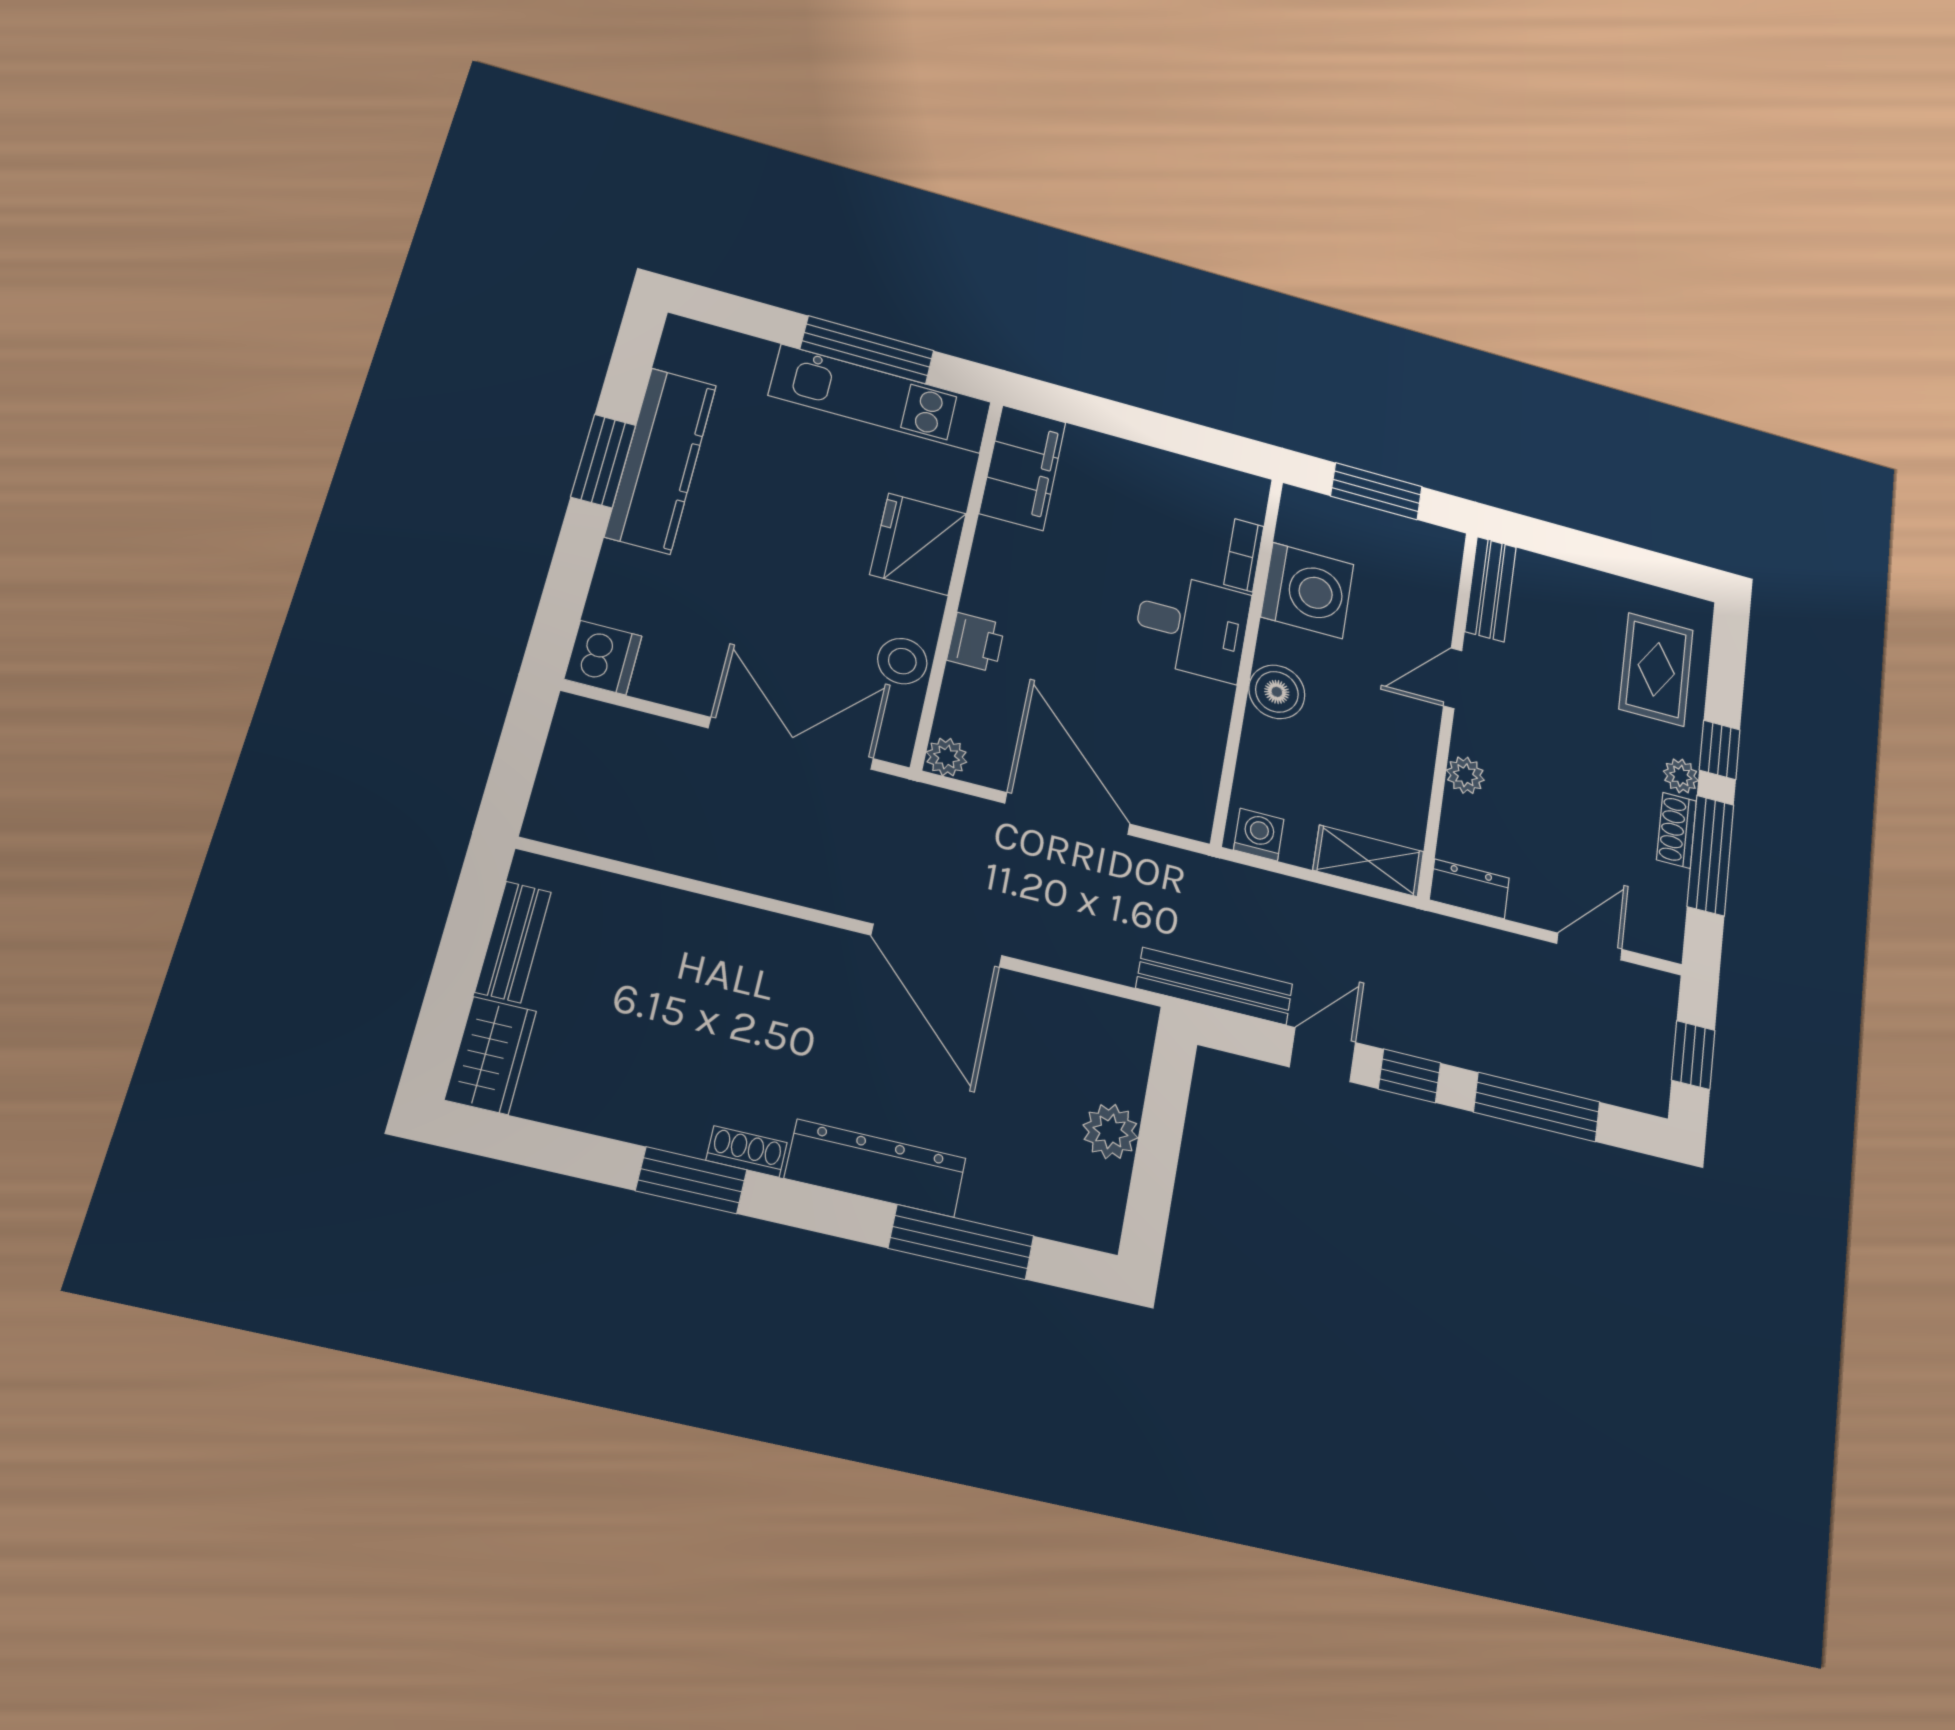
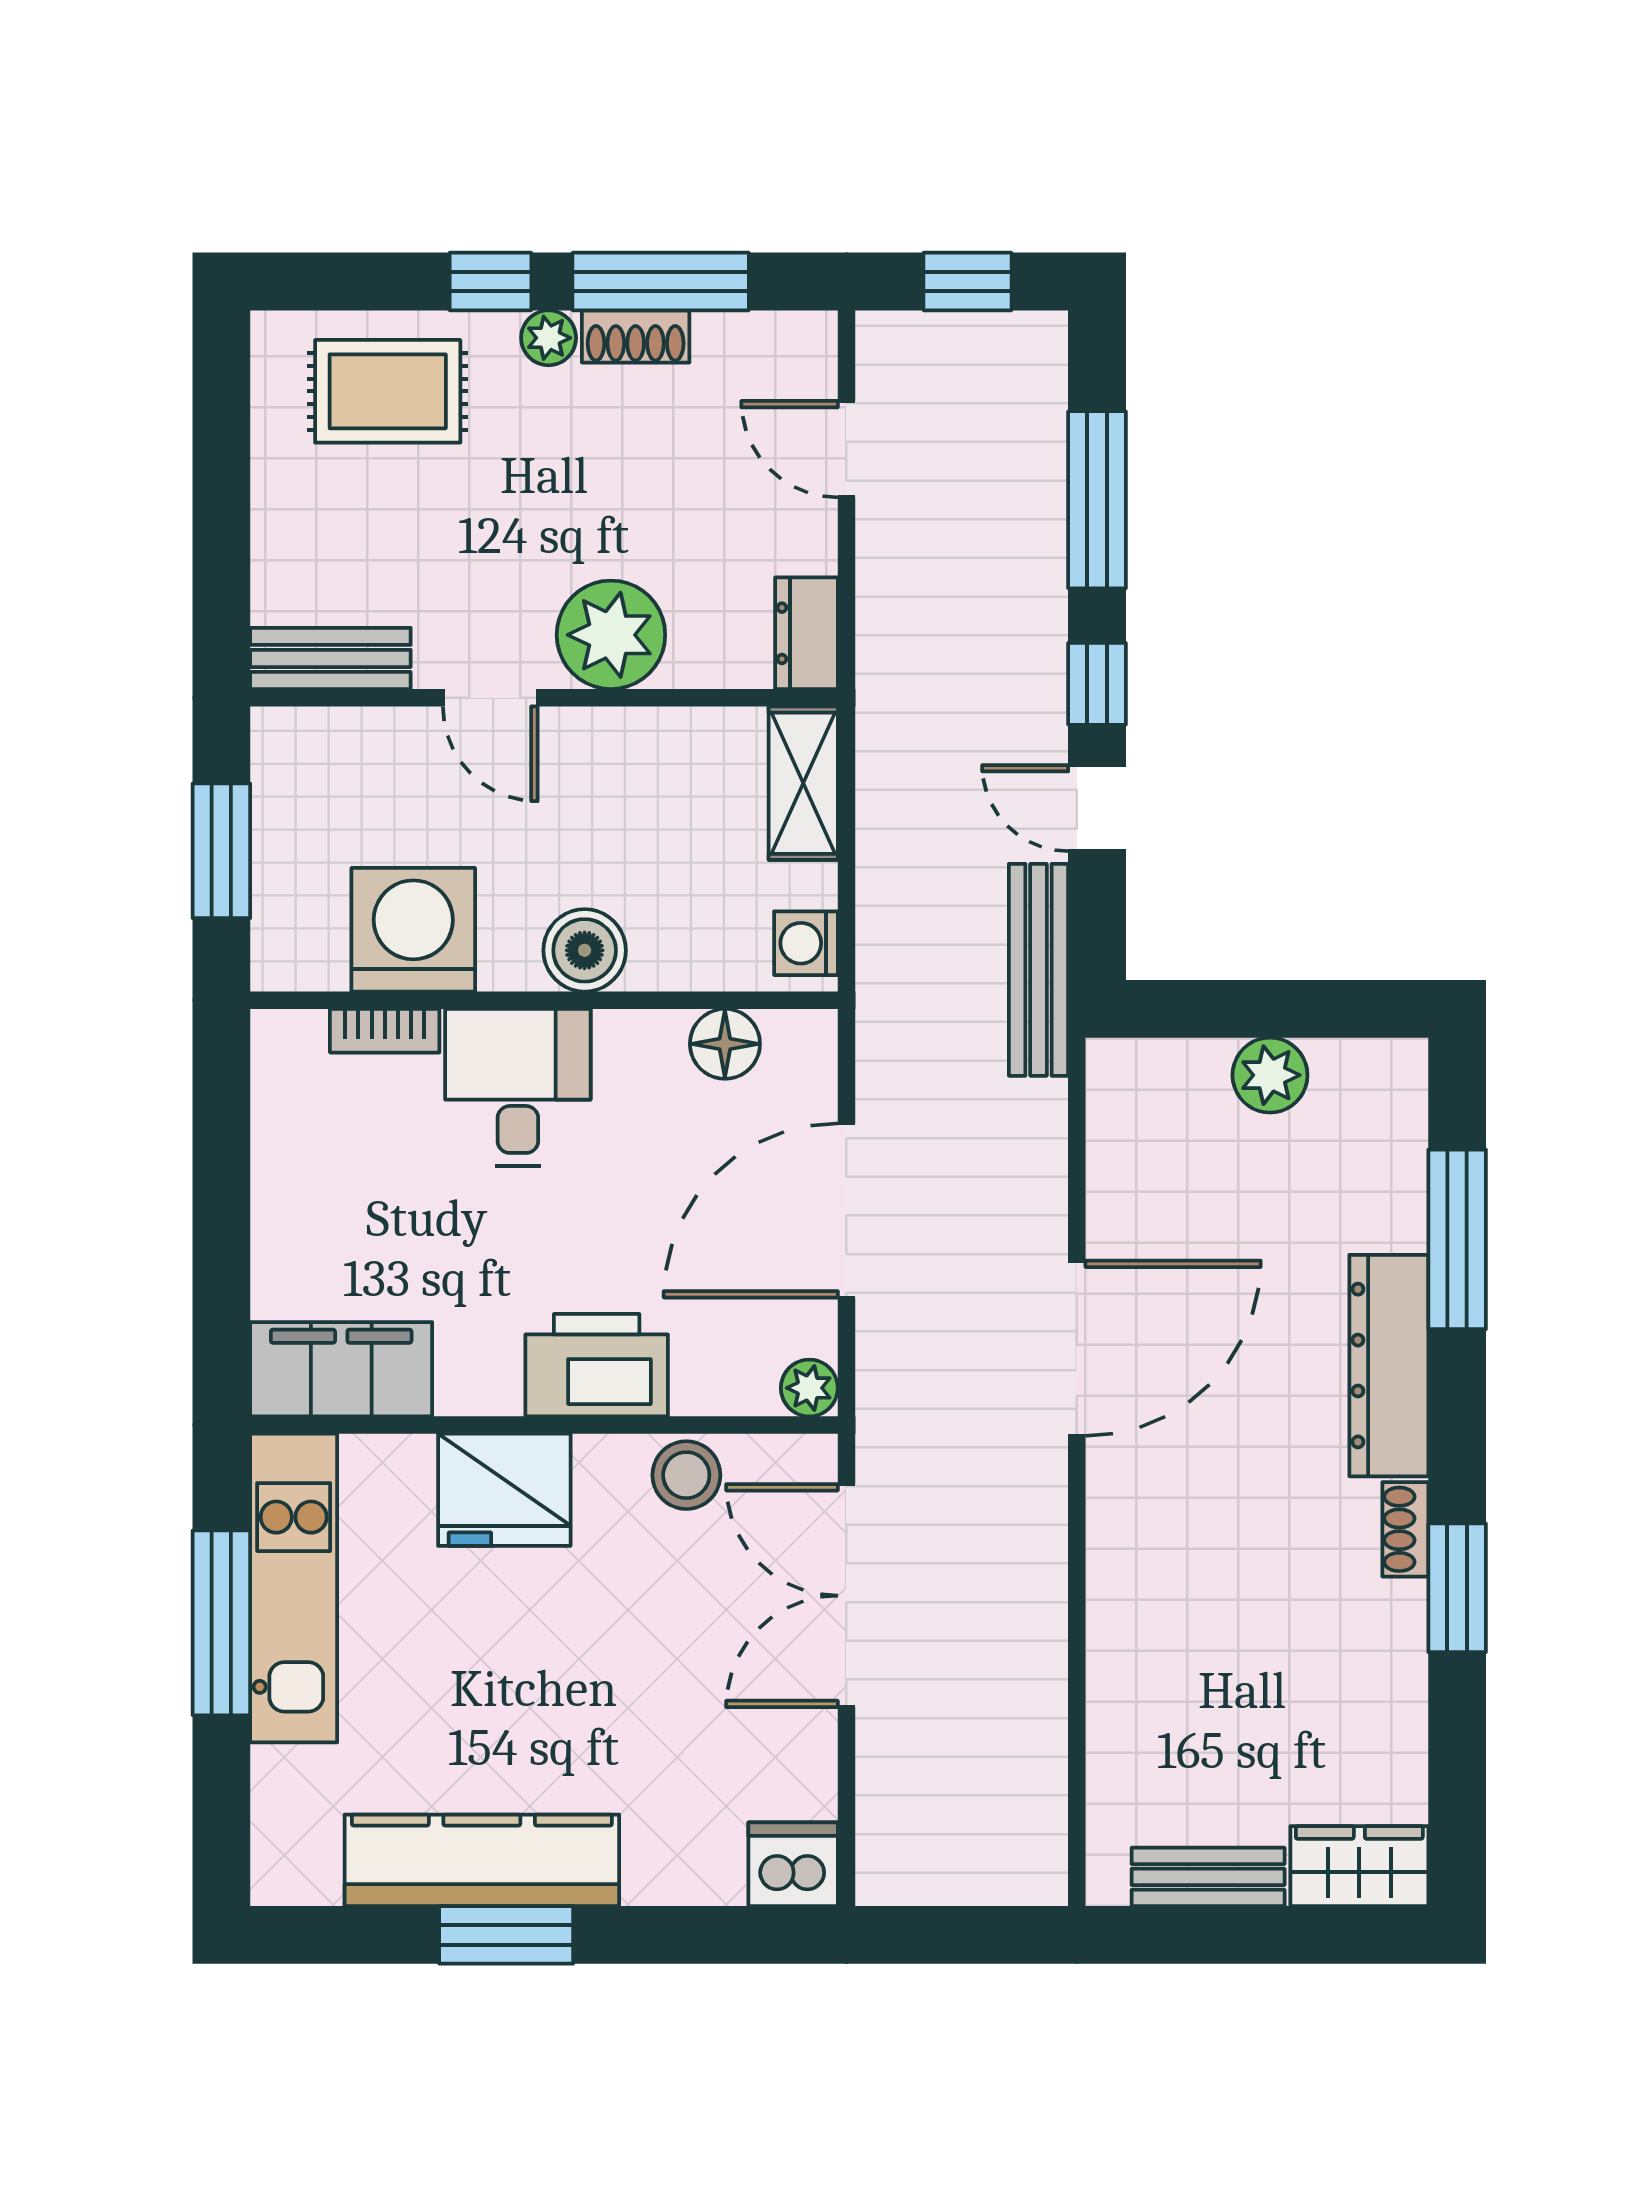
printer: (976, 642) -> (597, 1365), width x1.87, depth x1.48
floor lamp: (1198, 764) -> (725, 1044), added
plant: (1465, 775) -> (611, 635), width x1.87, depth x1.87

